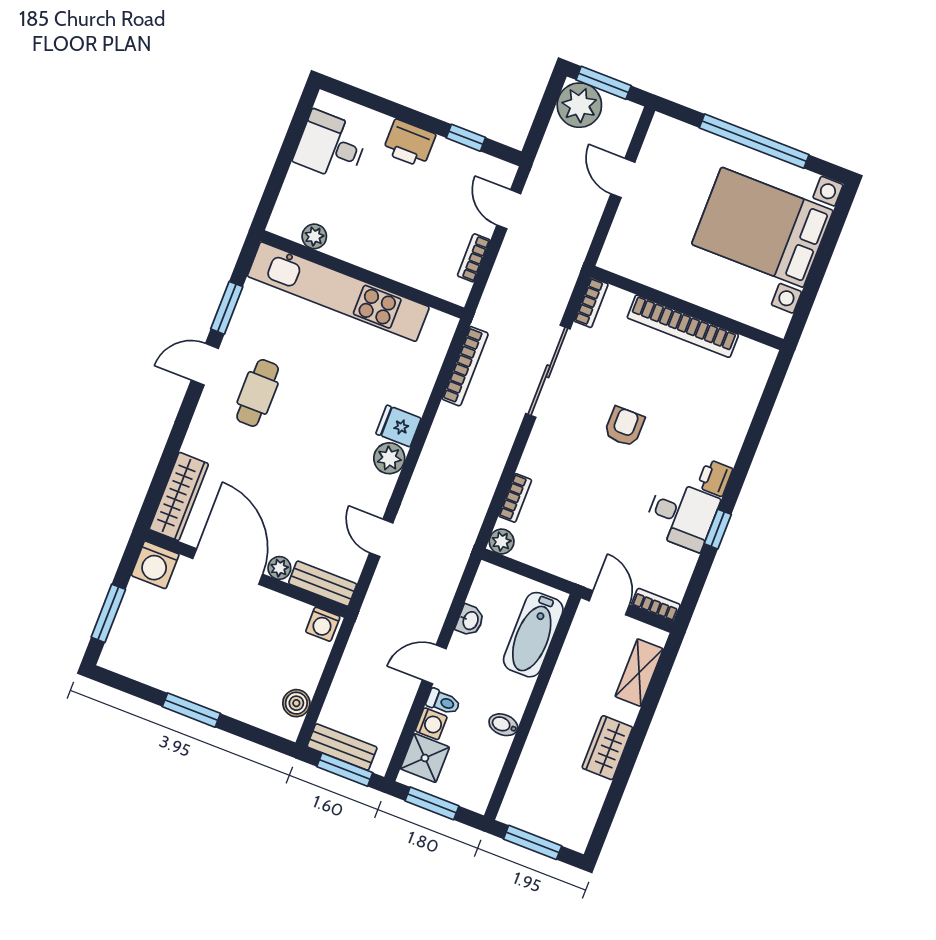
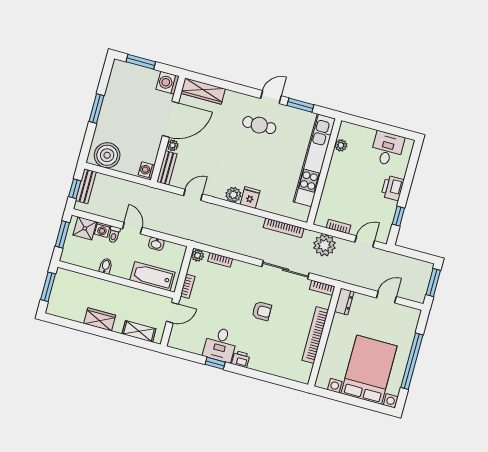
plant: (579, 105) -> (324, 245), moved
dresser: (623, 262) -> (344, 302), added
door: (205, 364) -> (271, 97), hinge flipped
bookcase: (656, 605) -> (187, 286), moved
boiler: (296, 703) -> (107, 155), width x1.86, depth x1.86
window: (345, 770) -> (75, 189), width x0.67

